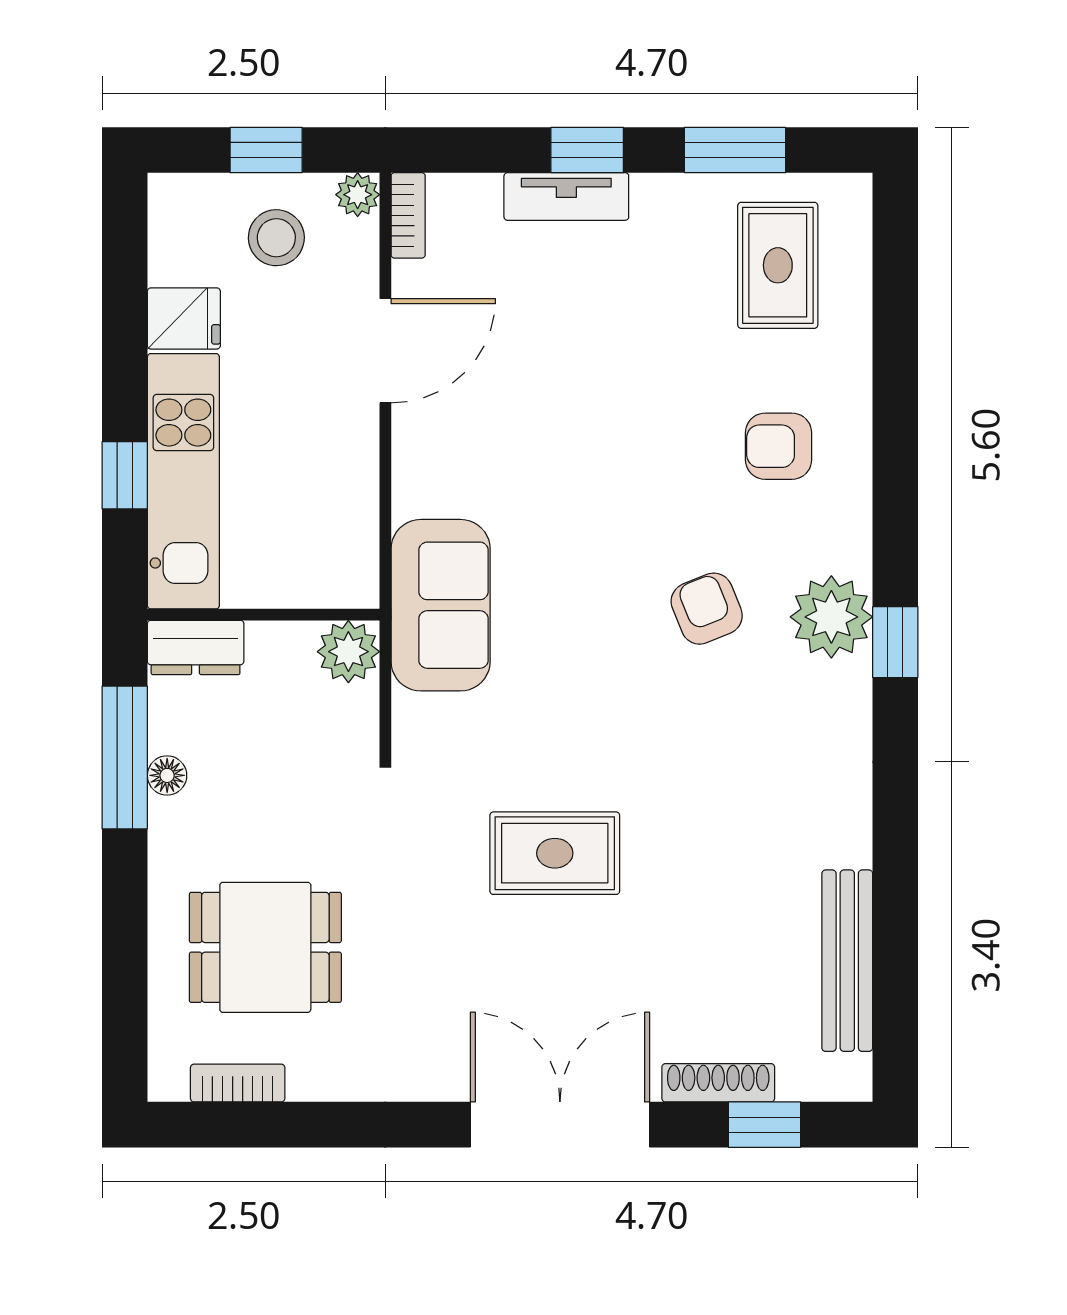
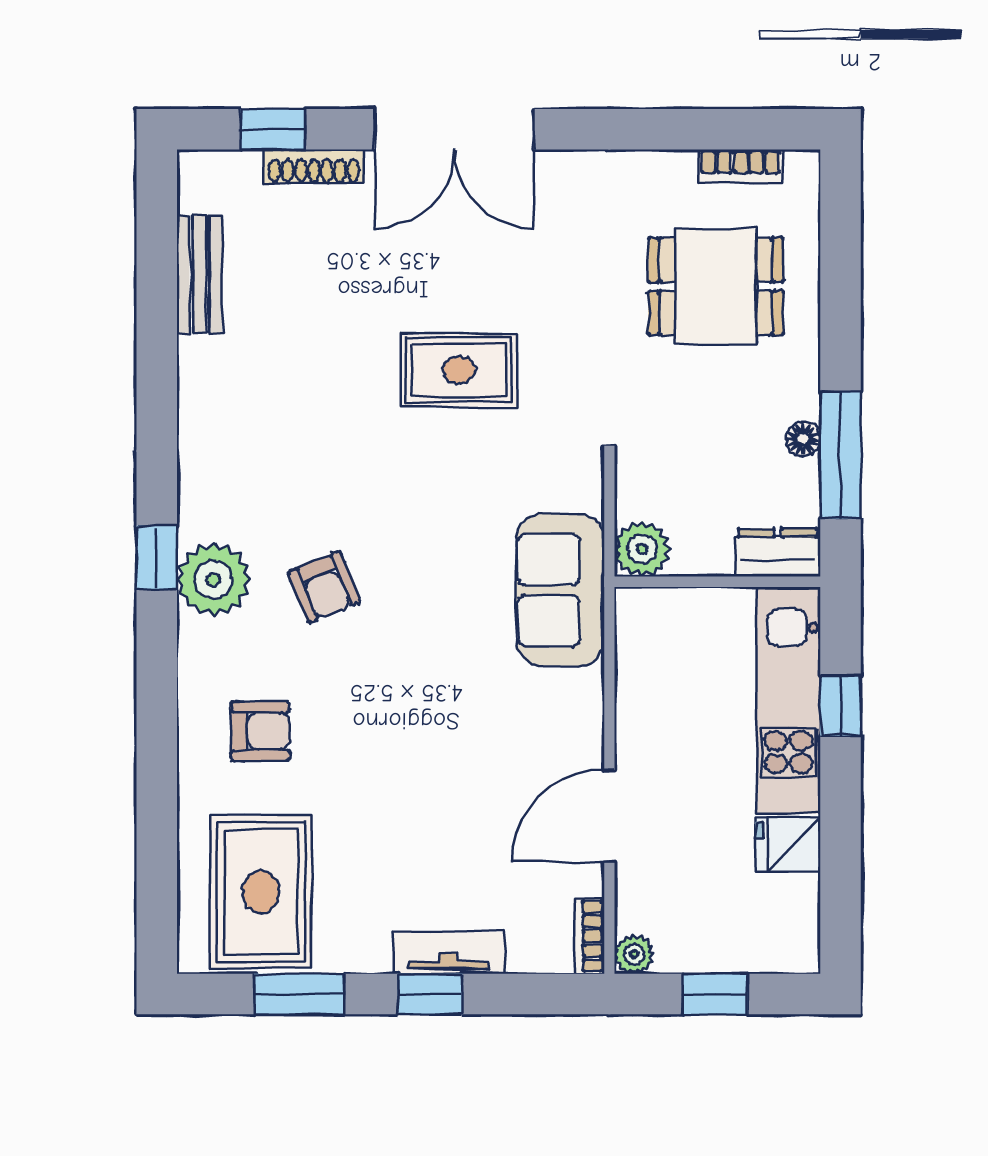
stool: (276, 238) -> (706, 916), removed
rug: (778, 265) -> (261, 892), width x1.36, depth x1.43
bench: (847, 961) -> (199, 275), width x0.73

